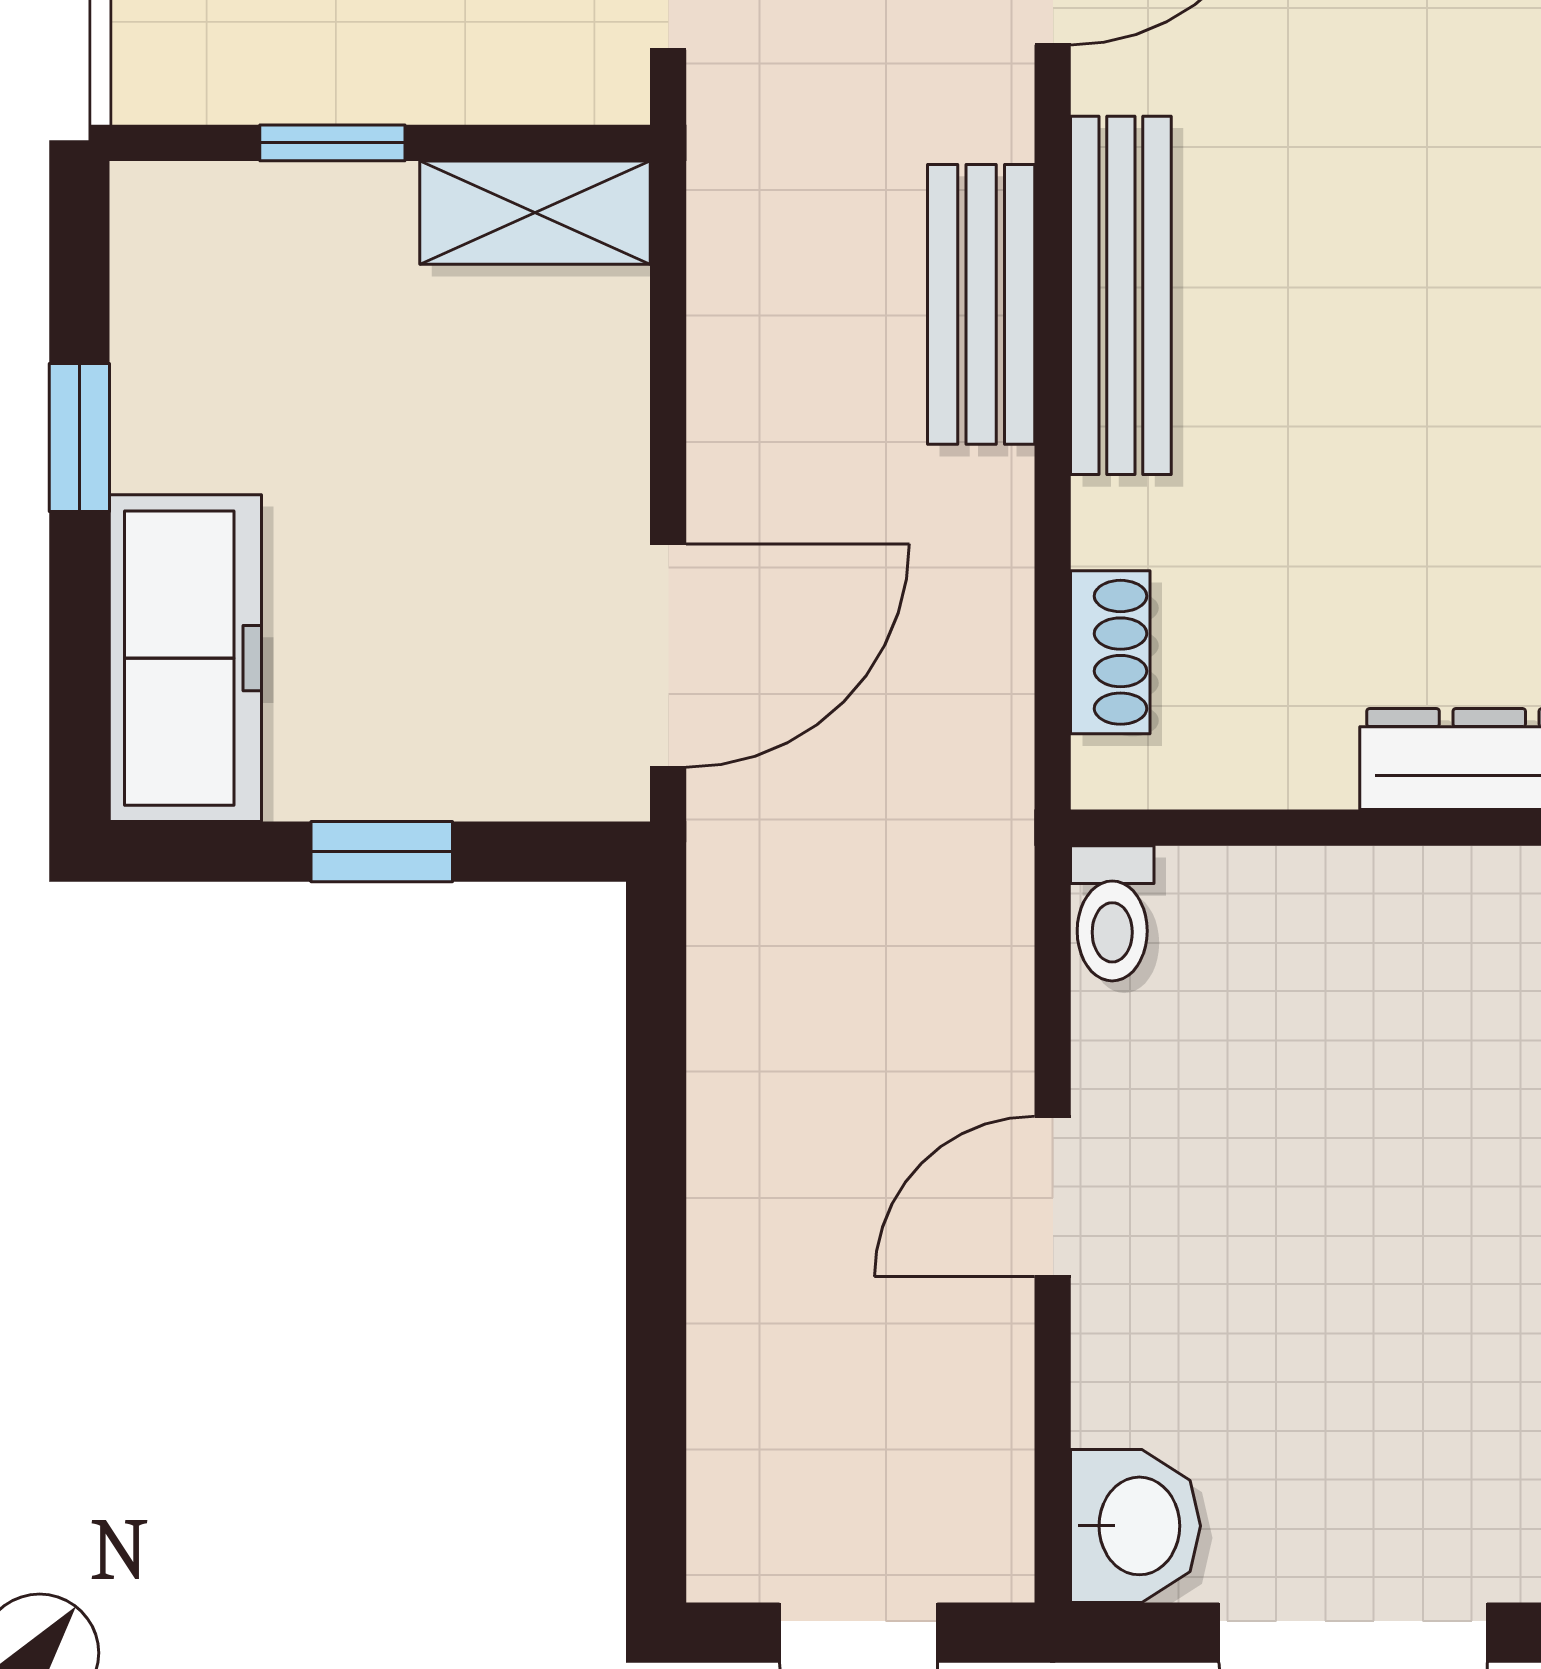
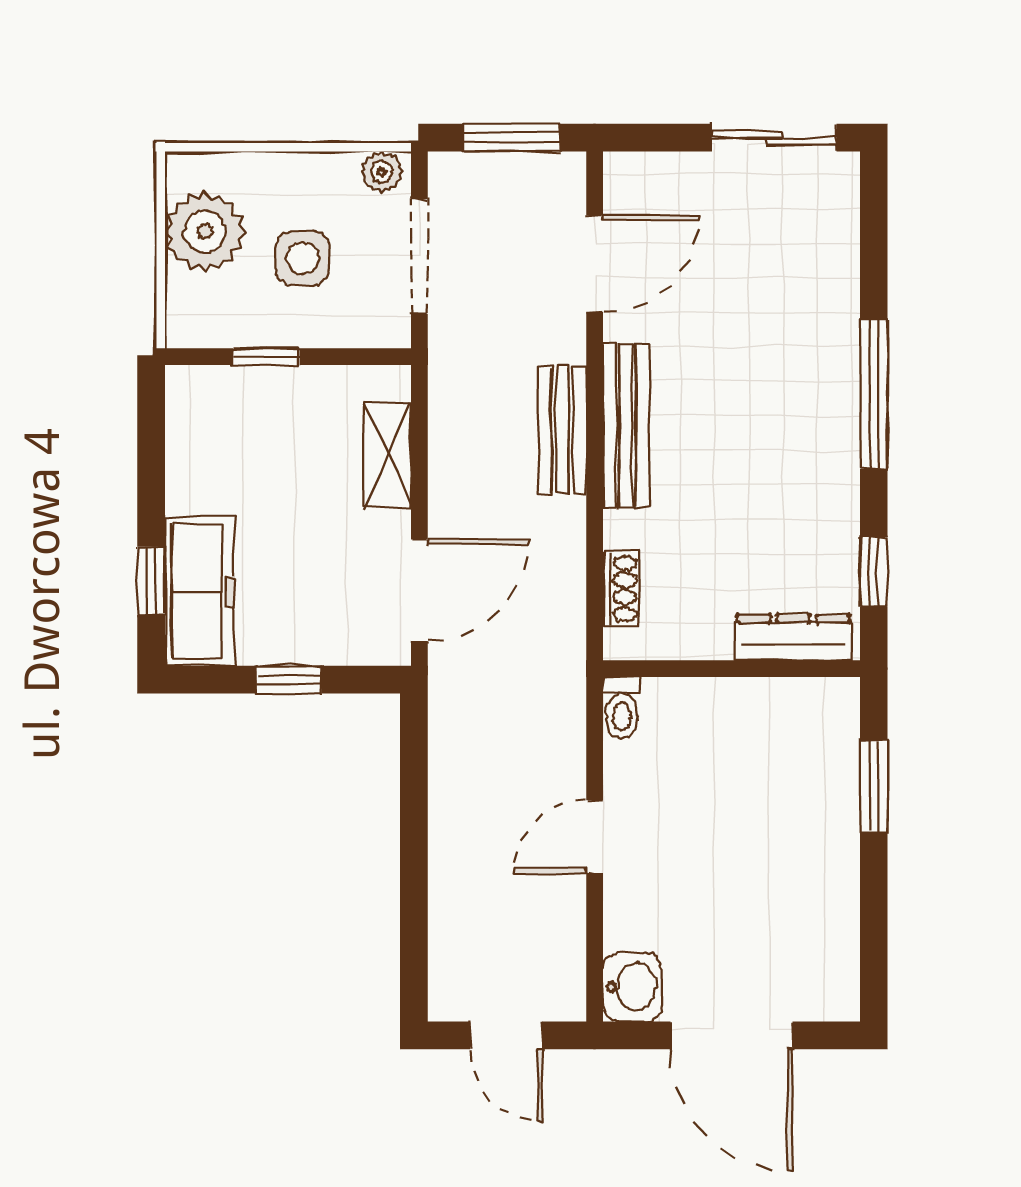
shelving: (535, 213) -> (388, 455), moved, turned 90
window: (79, 437) -> (151, 581), moved

